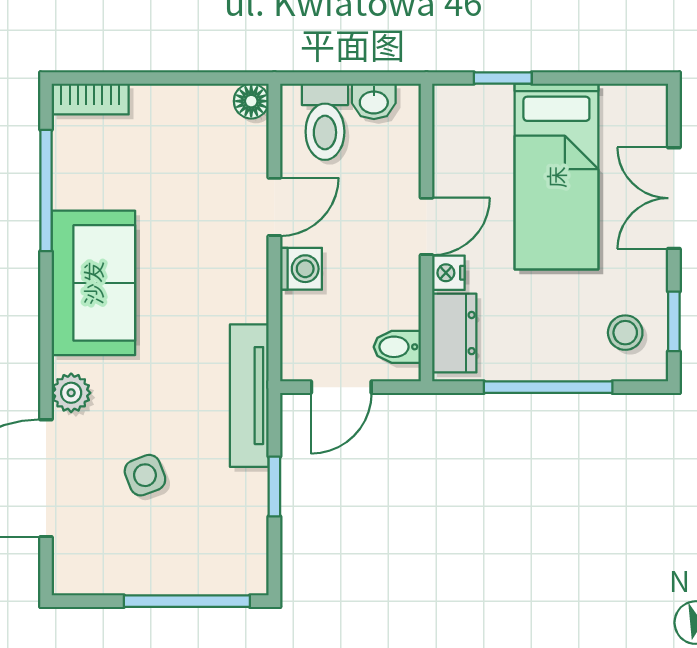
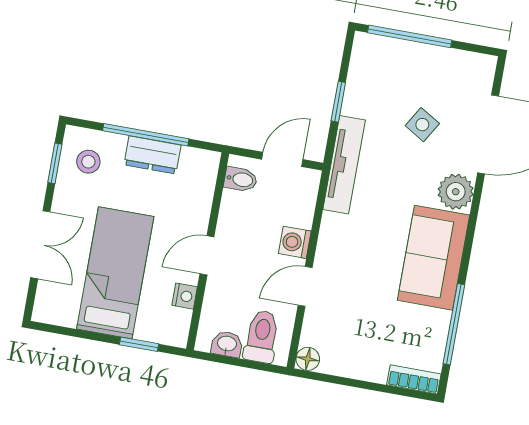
nightstand: (448, 273) -> (185, 296), moved
dresser: (454, 333) -> (152, 155), moved, turned -90
plant: (71, 393) -> (456, 192), width x1.38, depth x1.38
side table: (145, 475) -> (422, 125), turned -38

